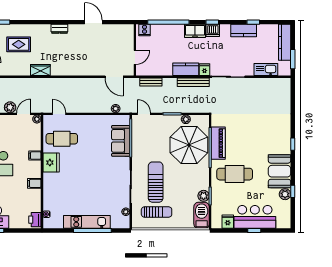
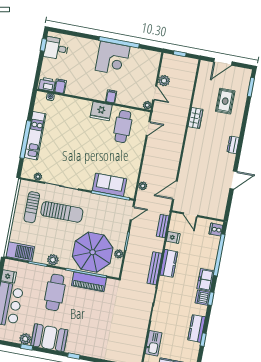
fridge: (205, 70) -> (173, 237), moved
filing cabinet: (34, 183) -> (60, 86), moved
plant: (204, 196) -> (53, 260), moved

